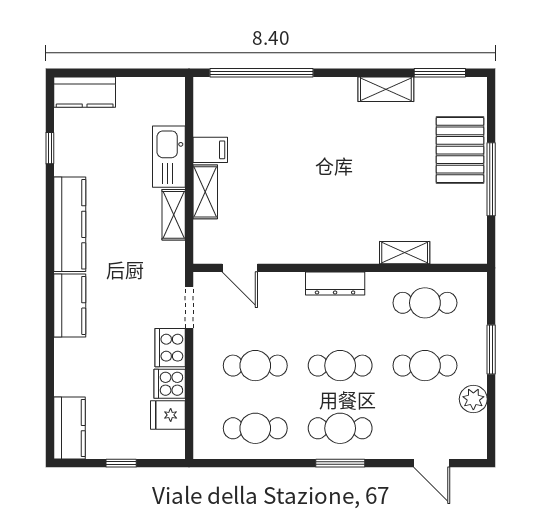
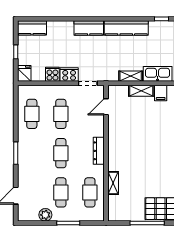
fridge: (168, 415) -> (24, 73), moved
cafe table: (340, 428) -> (32, 153), removed

